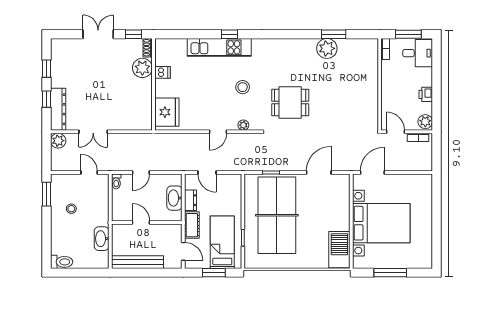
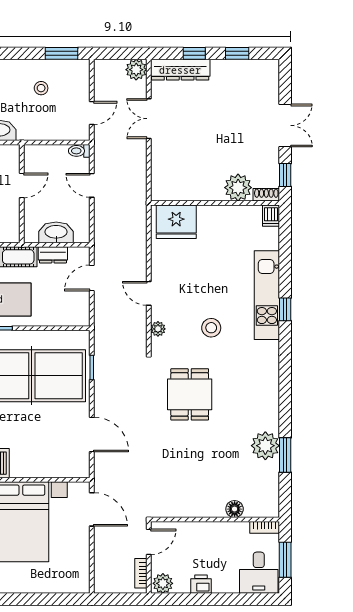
floor lamp: (372, 70) -> (235, 509), added
dishwasher: (163, 72) -> (271, 216), moved

